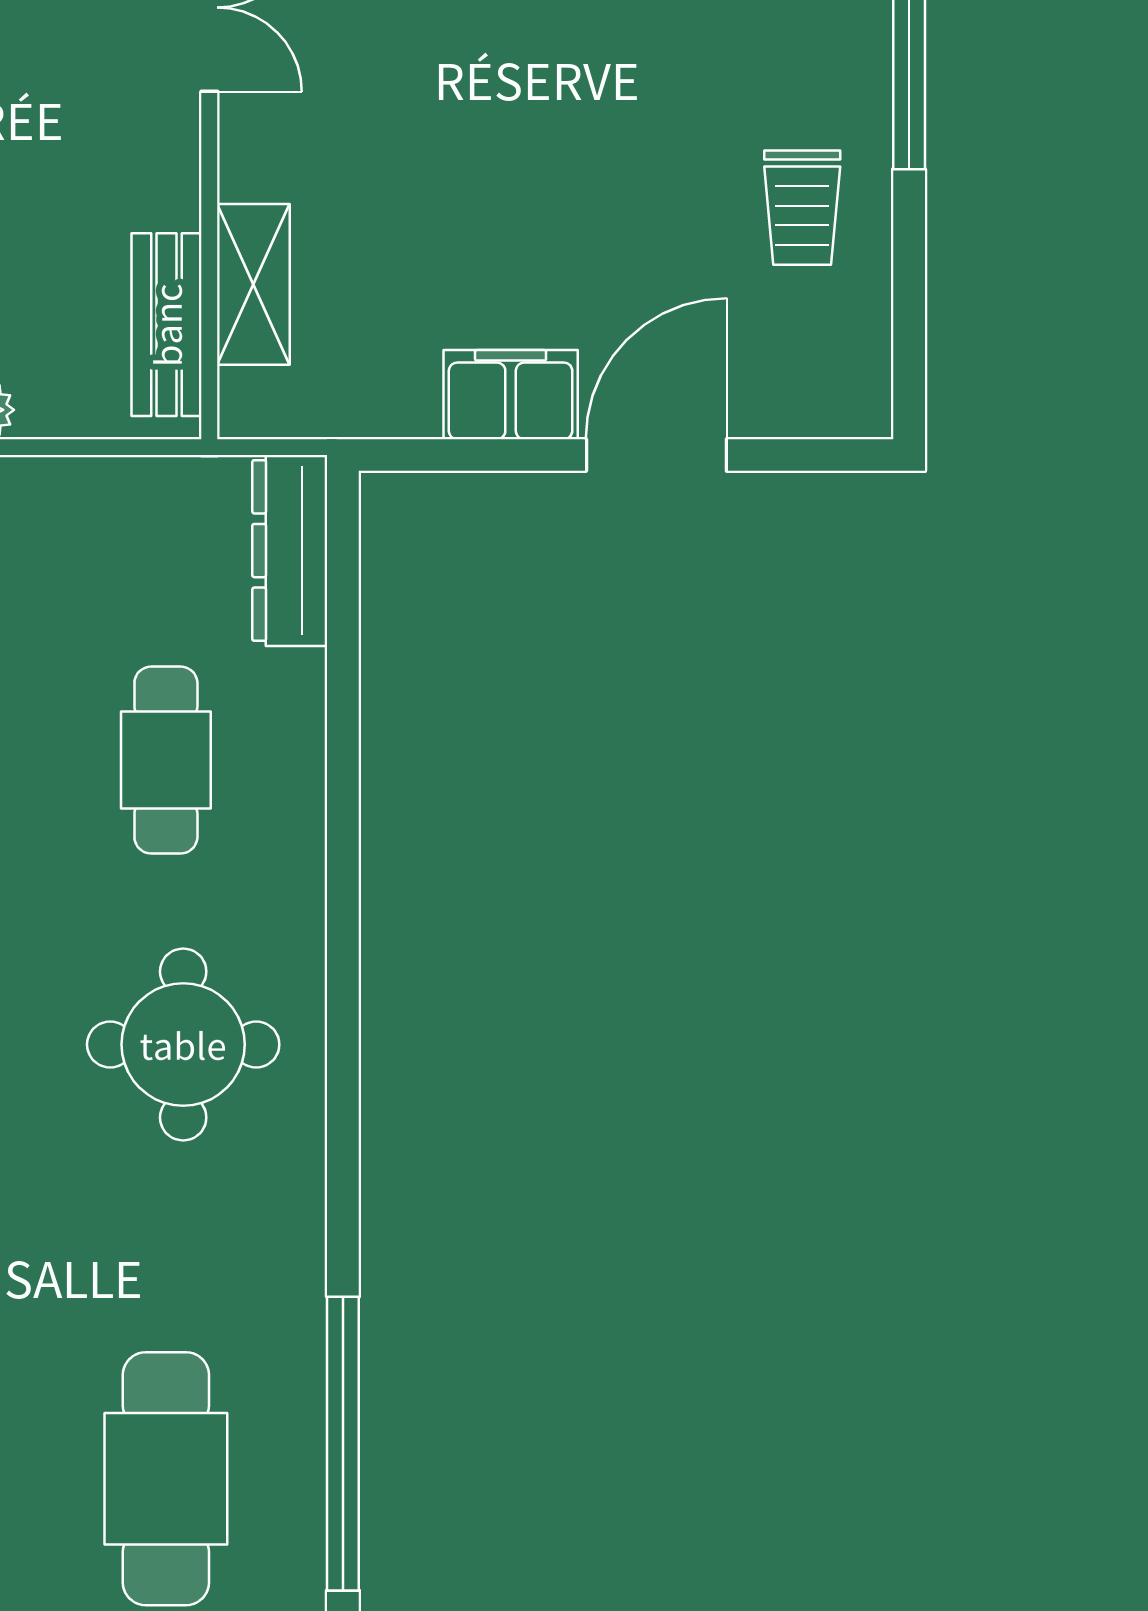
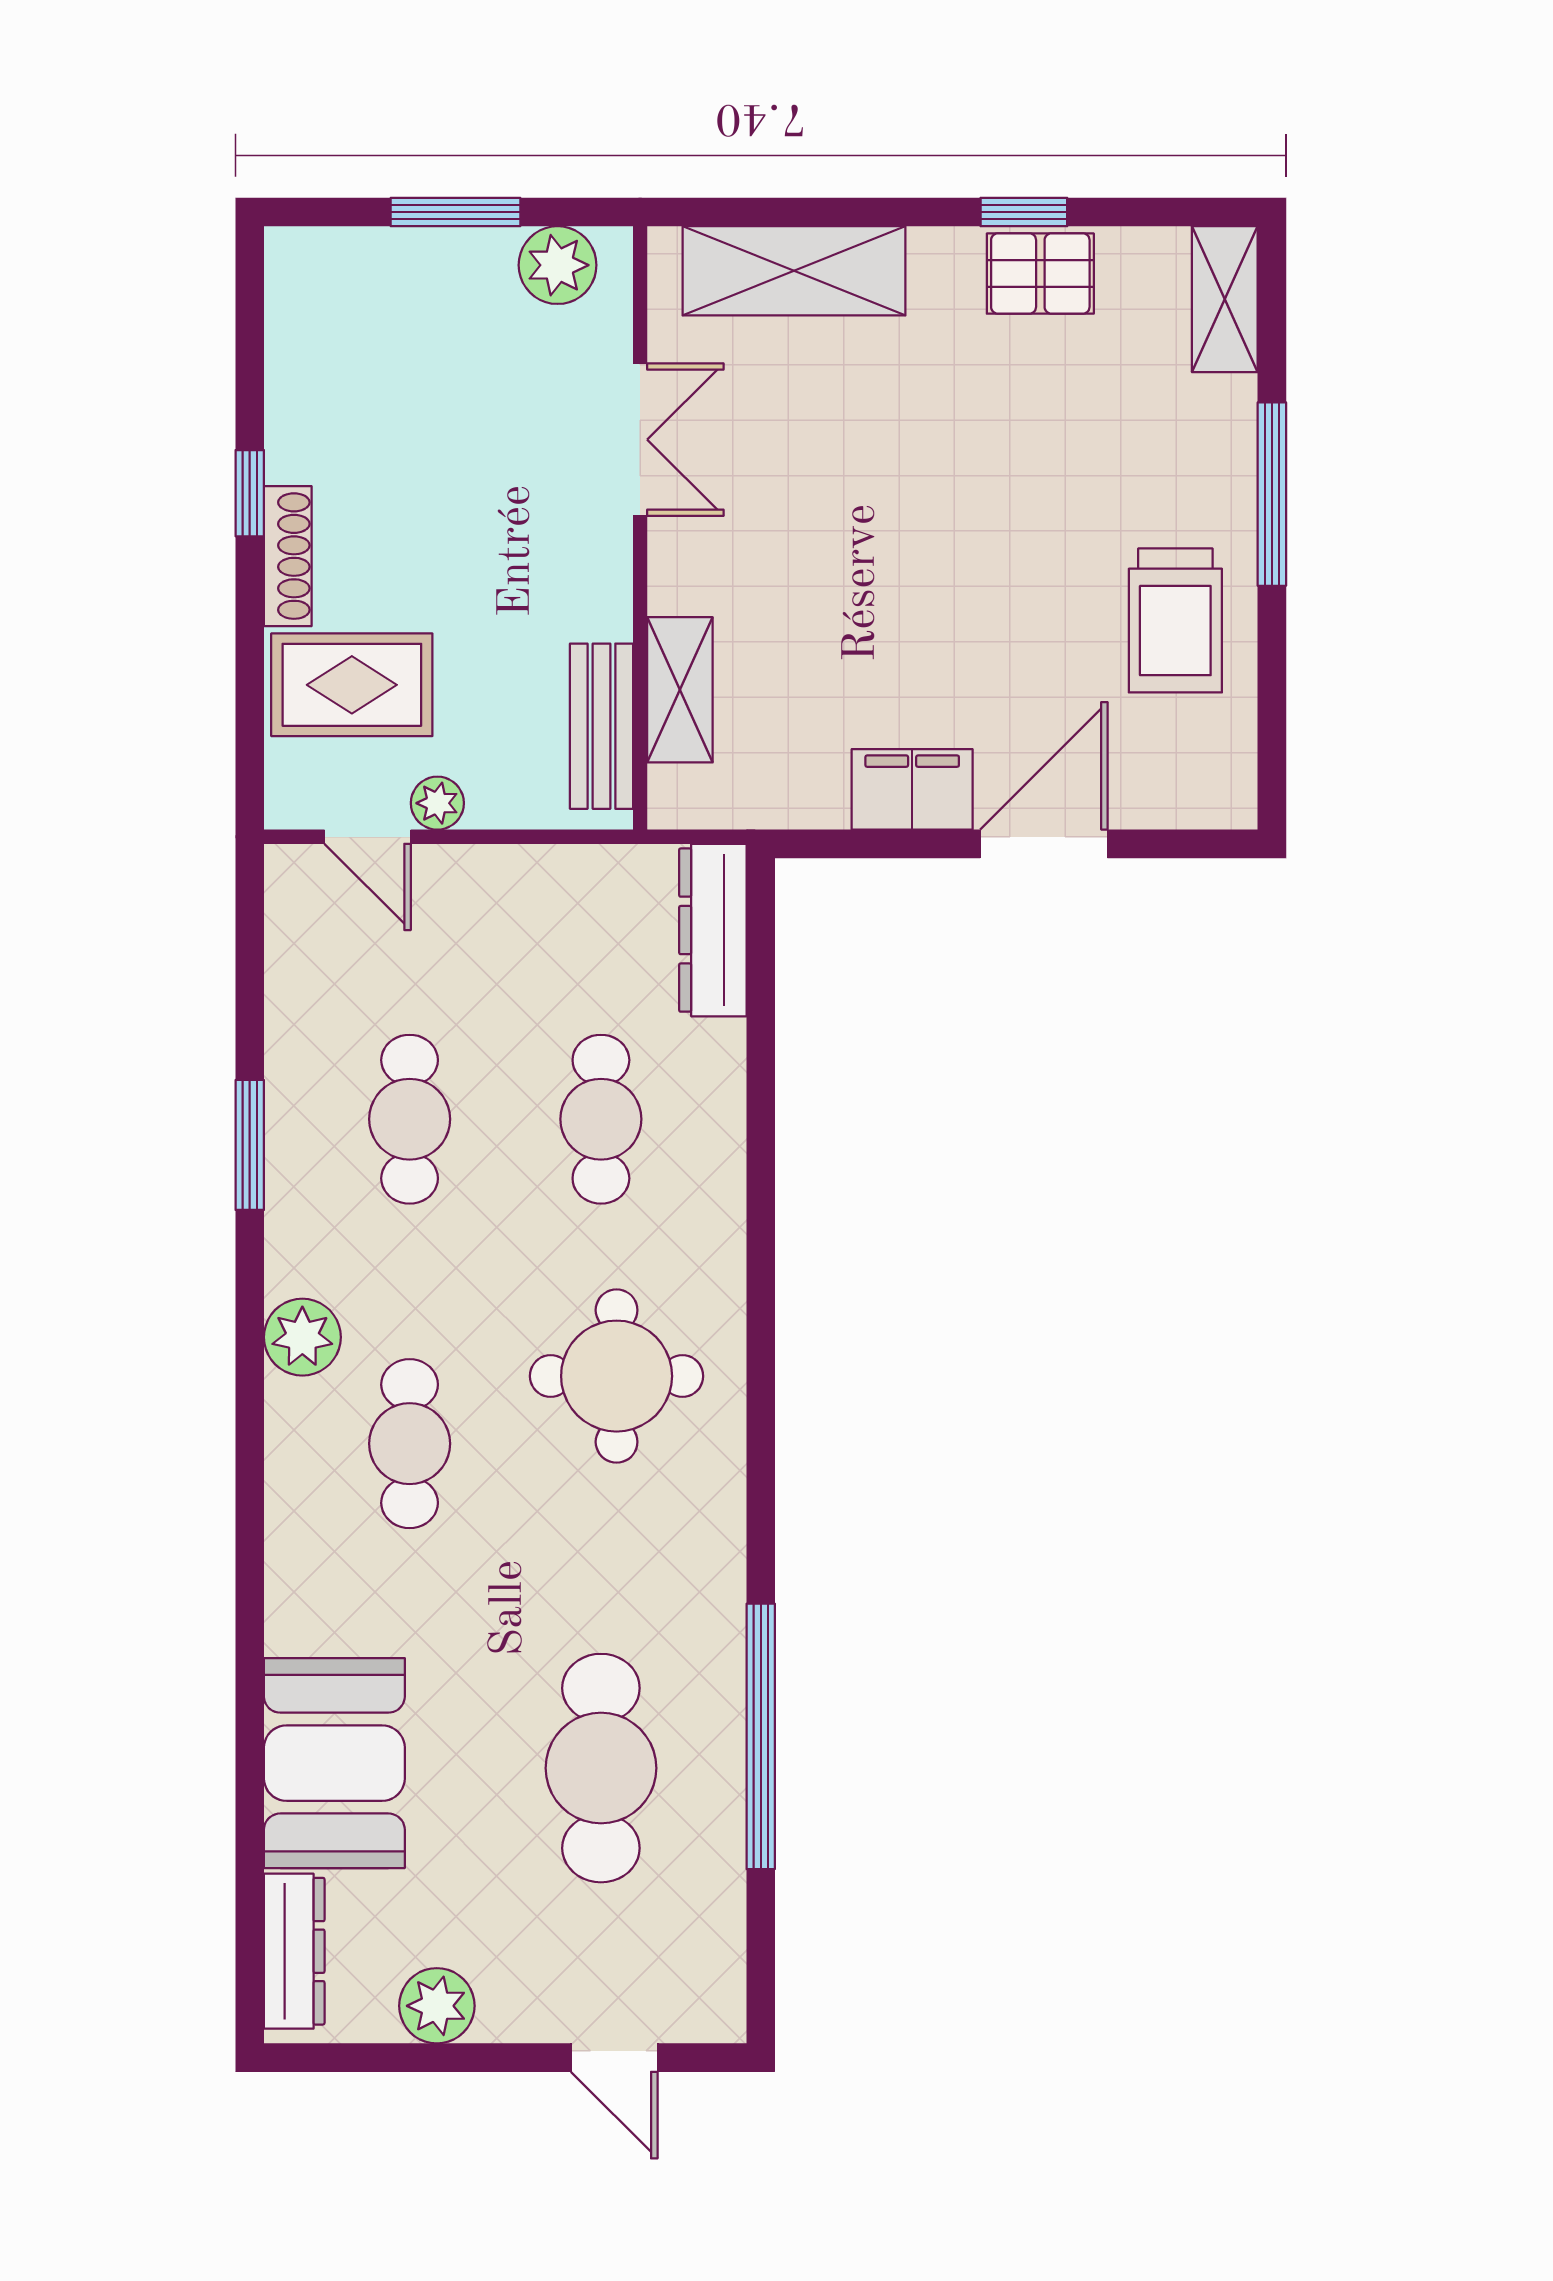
trolley: (802, 208) -> (1175, 620), width x1.36, depth x1.39

